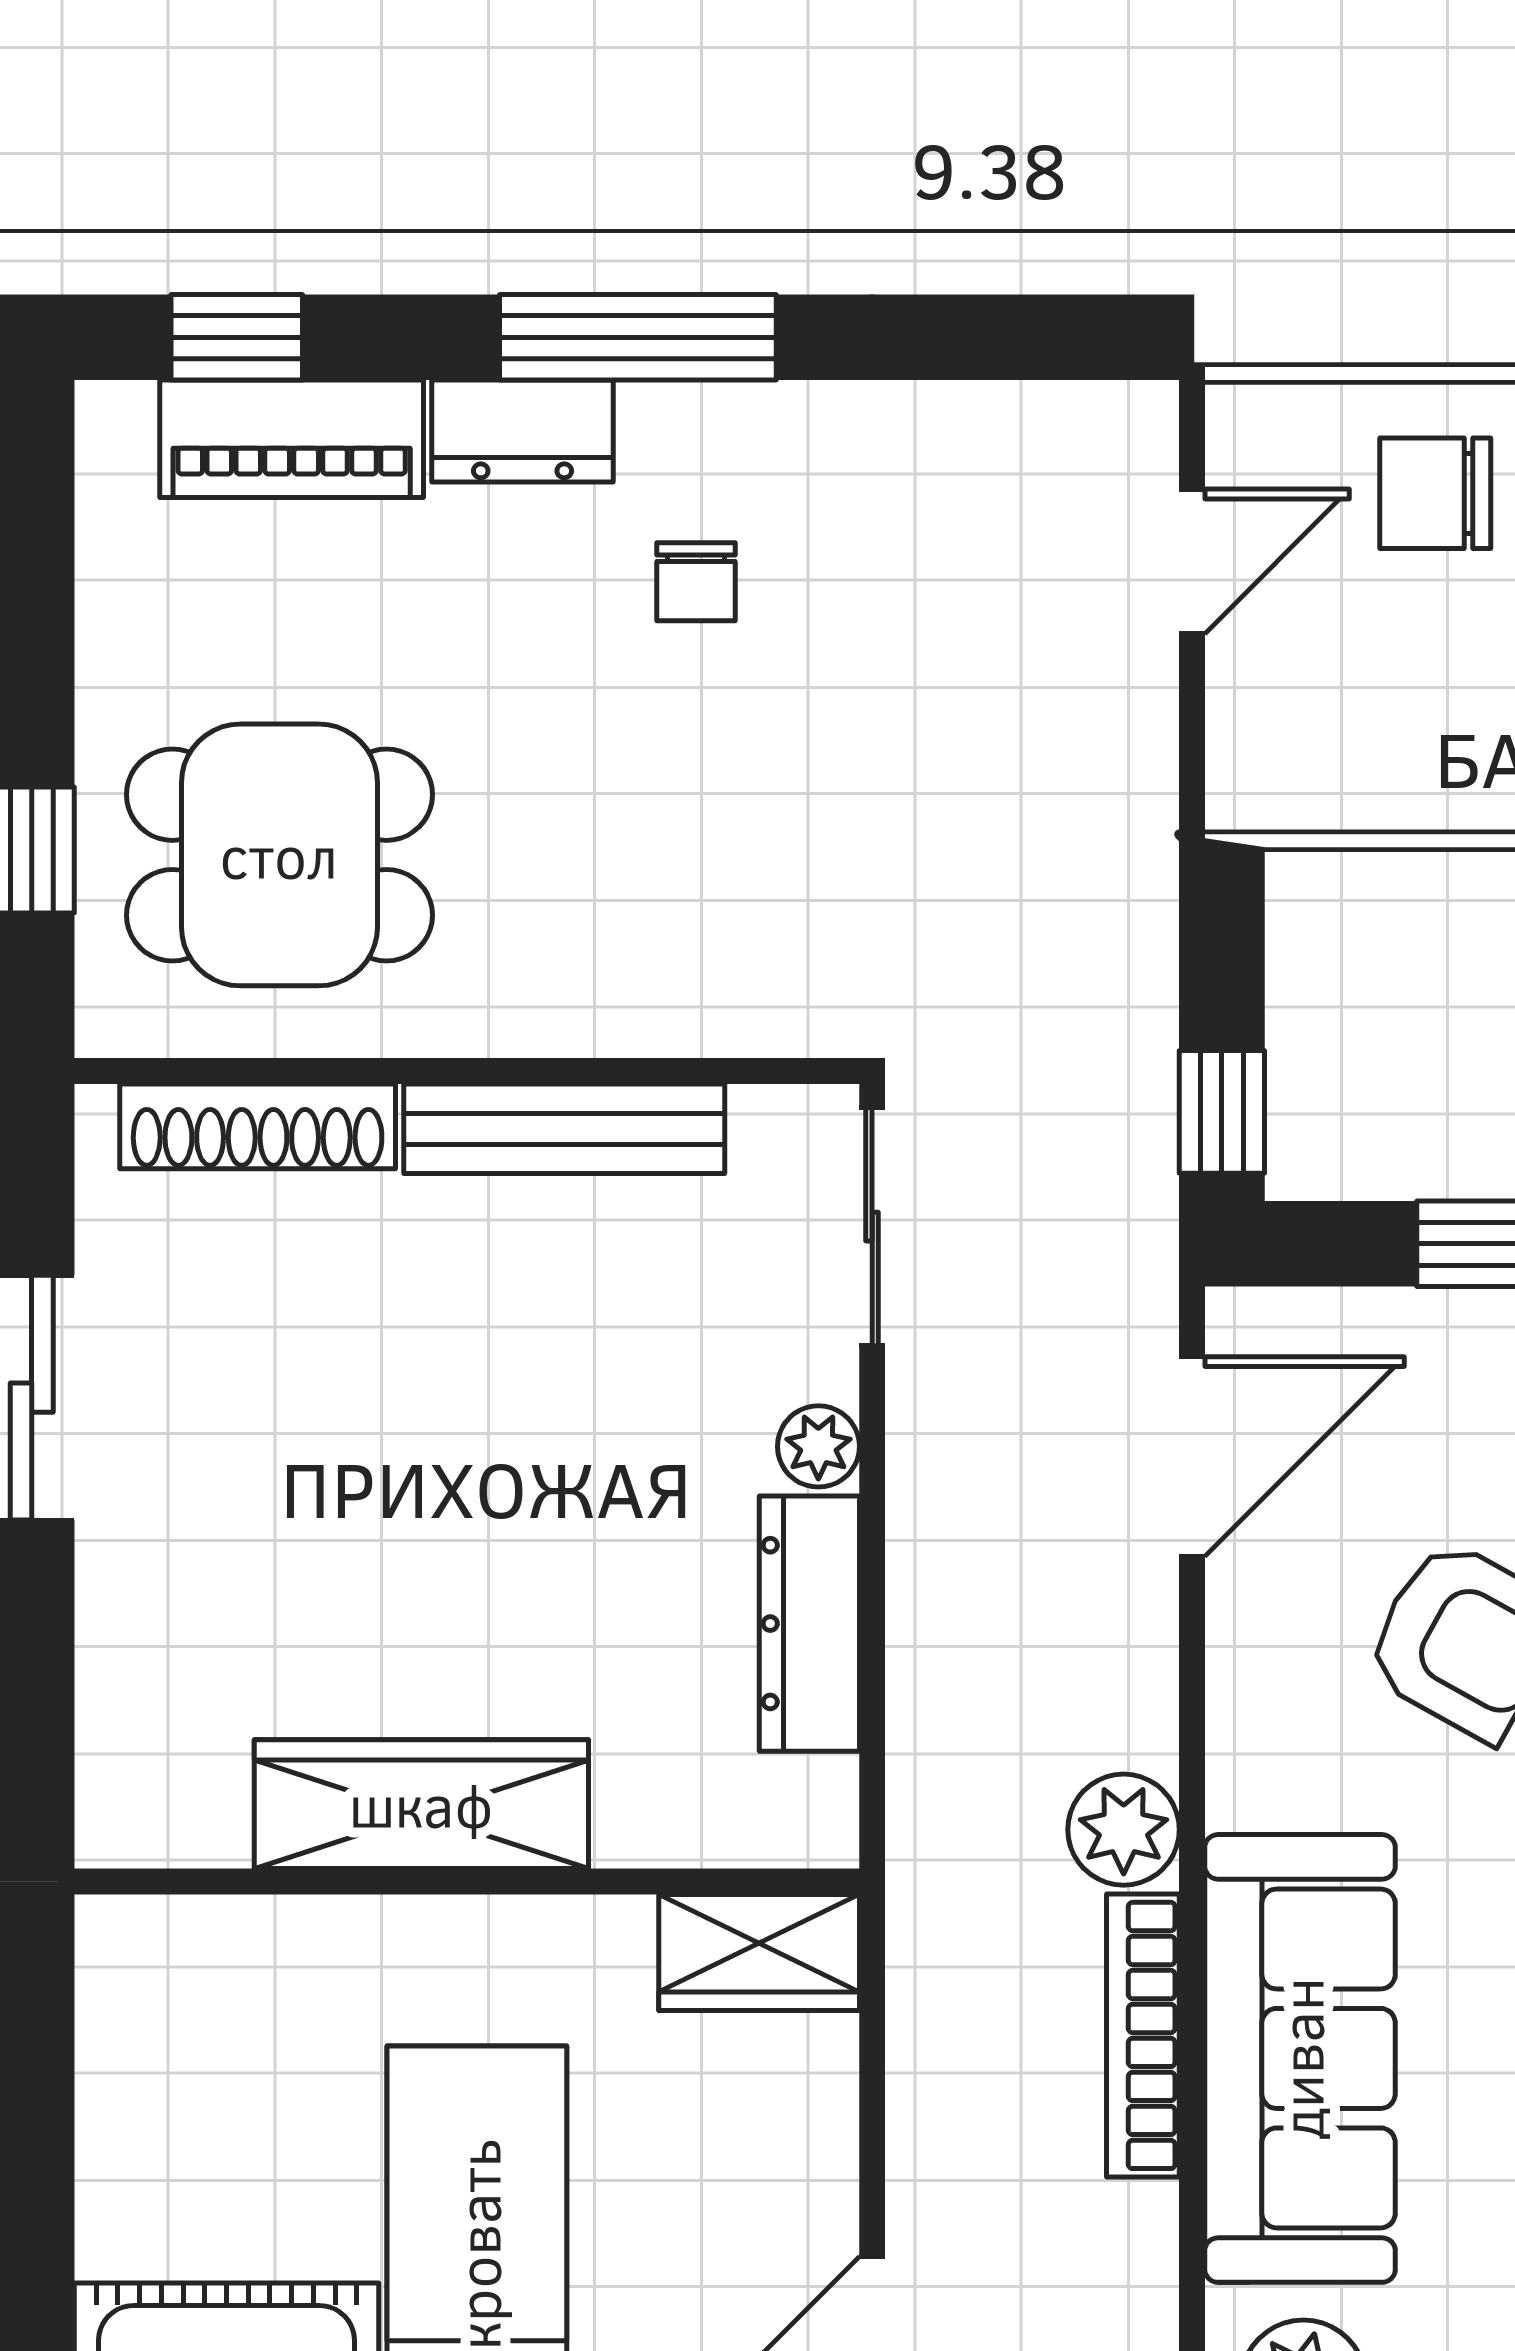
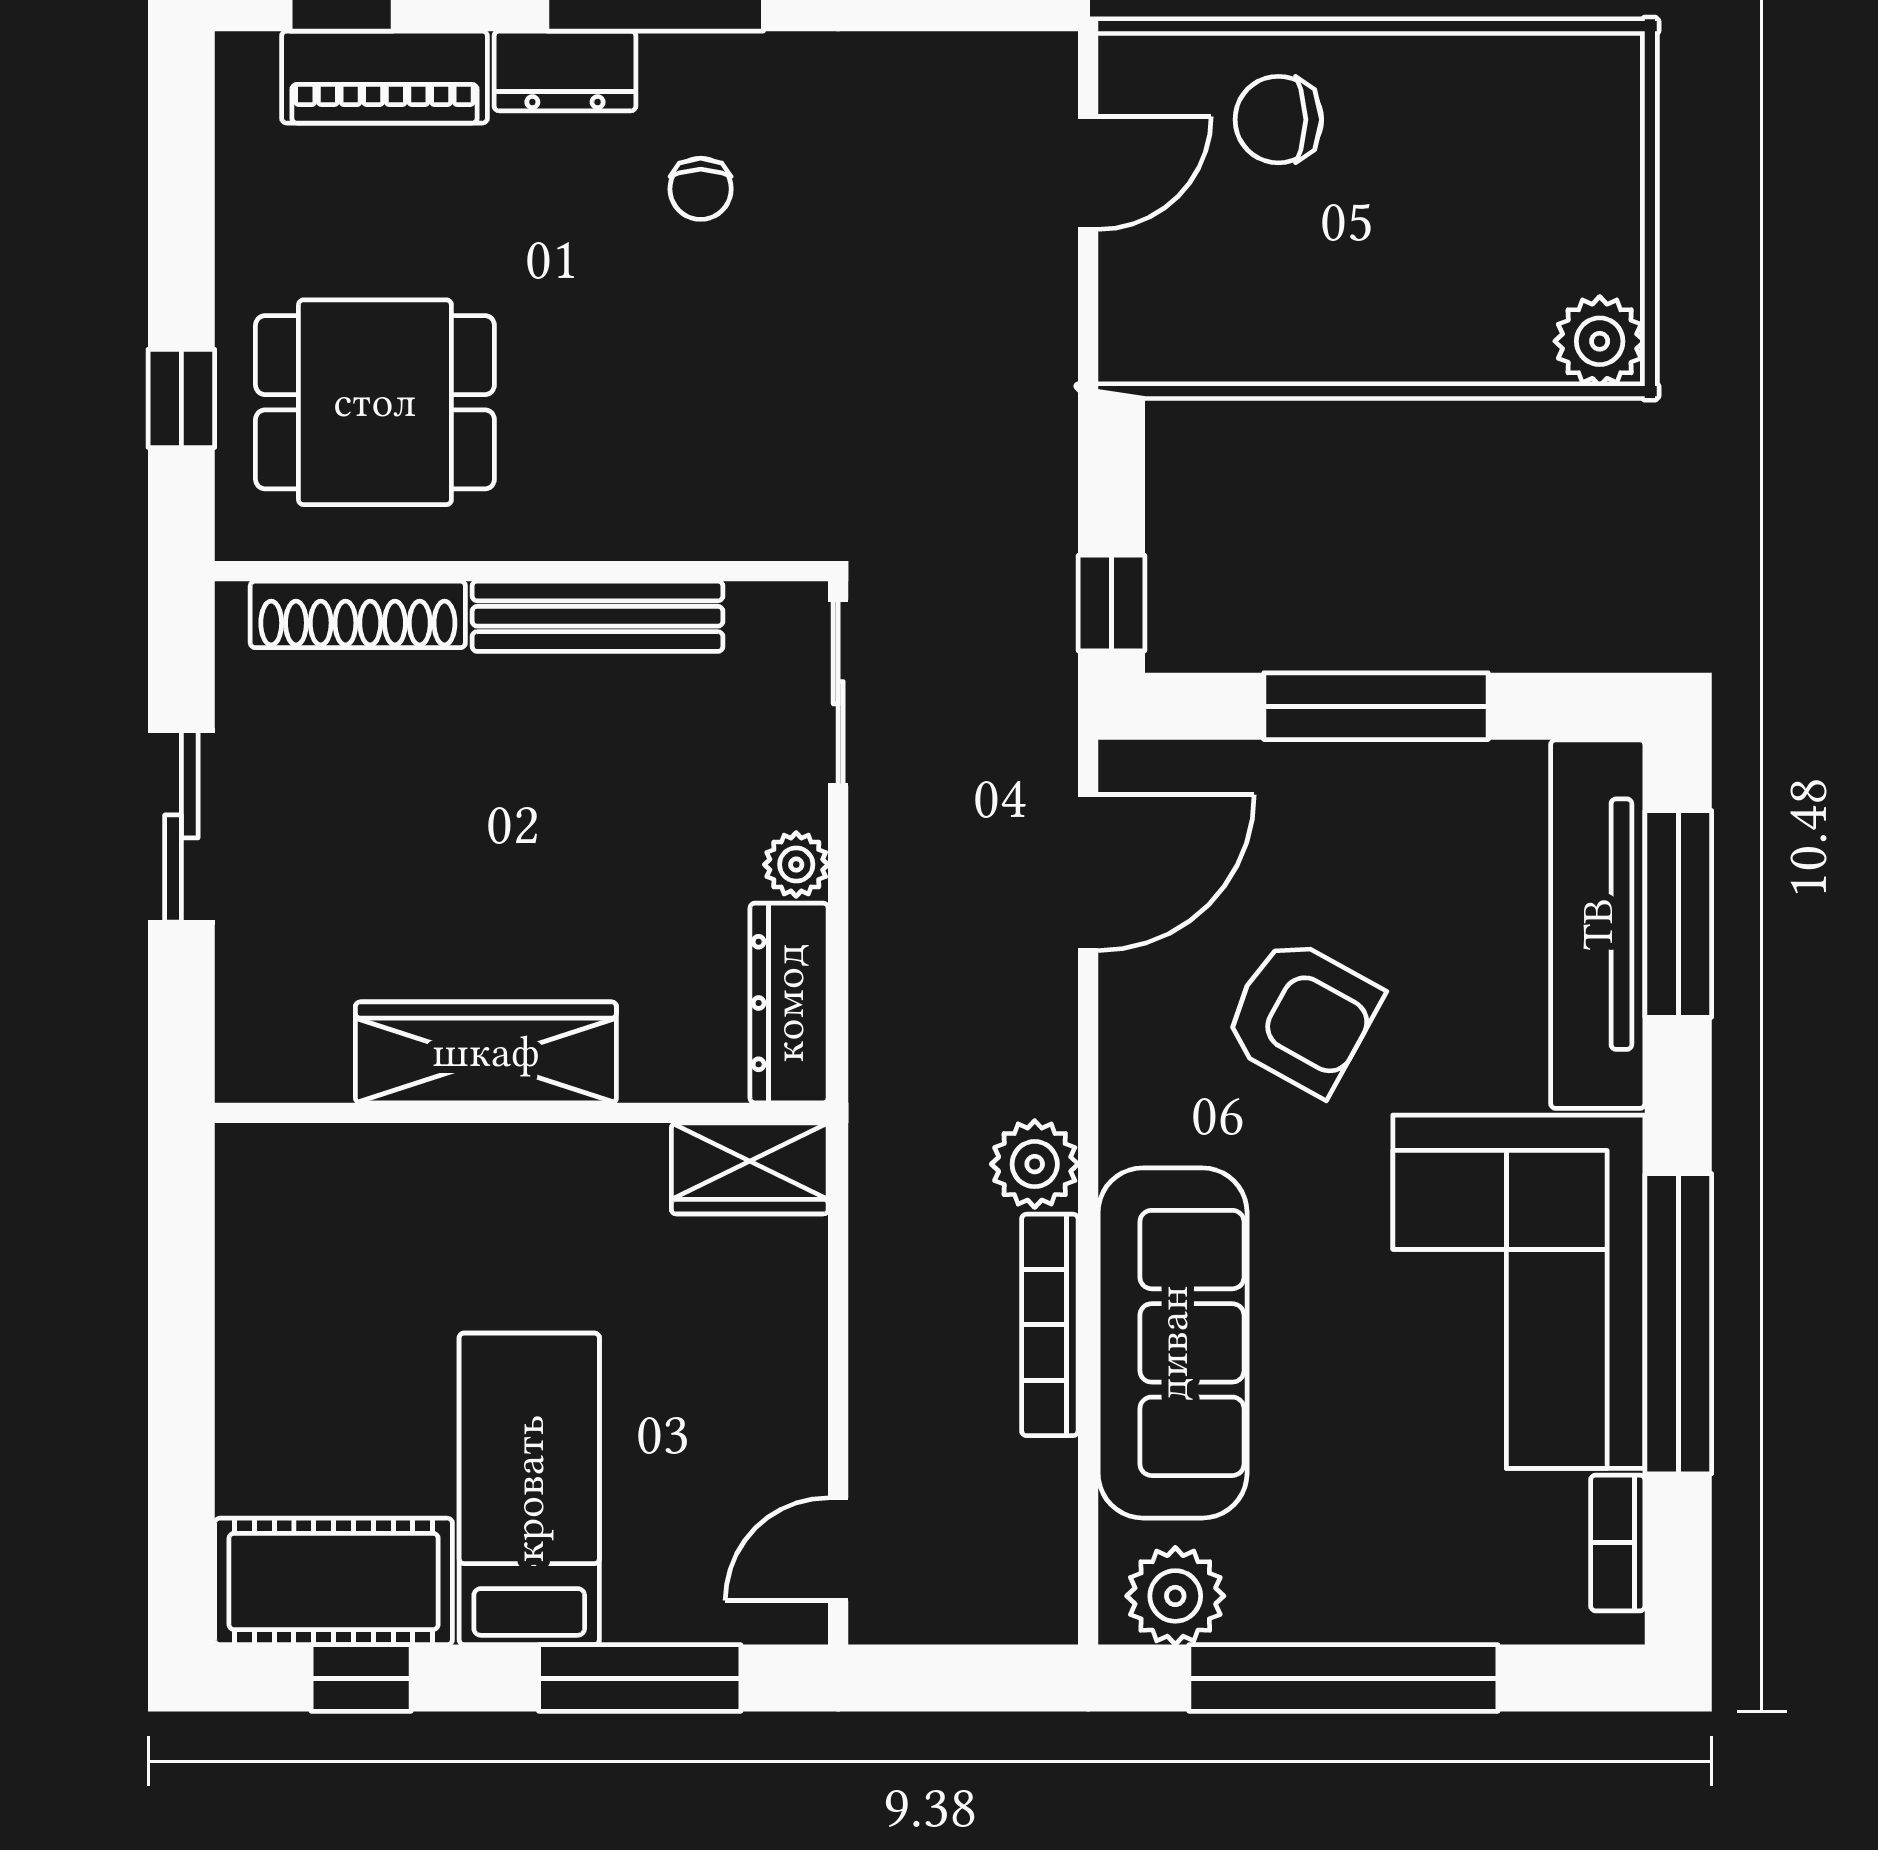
wardrobe: (421, 1804) -> (486, 1052), moved
wall: (467, 1881) -> (521, 1113), moved
wardrobe: (759, 1952) -> (750, 1168), moved

